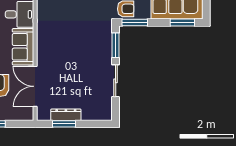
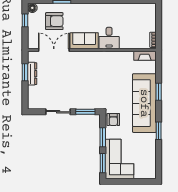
window: (135, 23) -> (103, 137), moved

